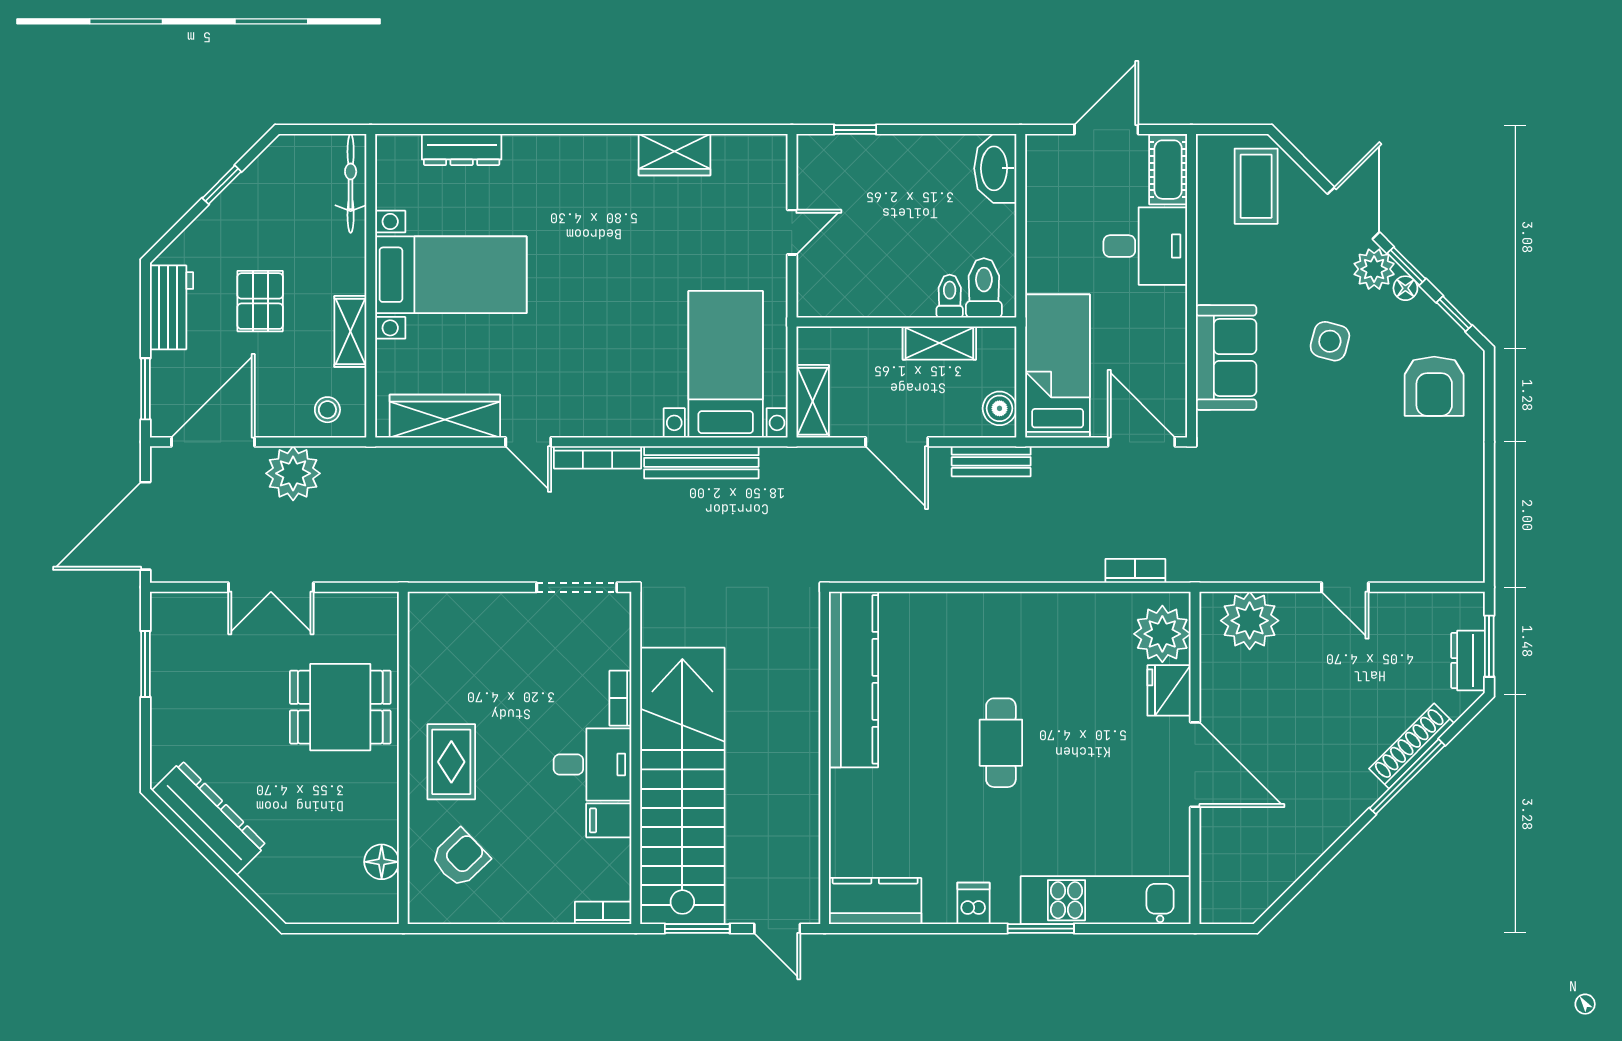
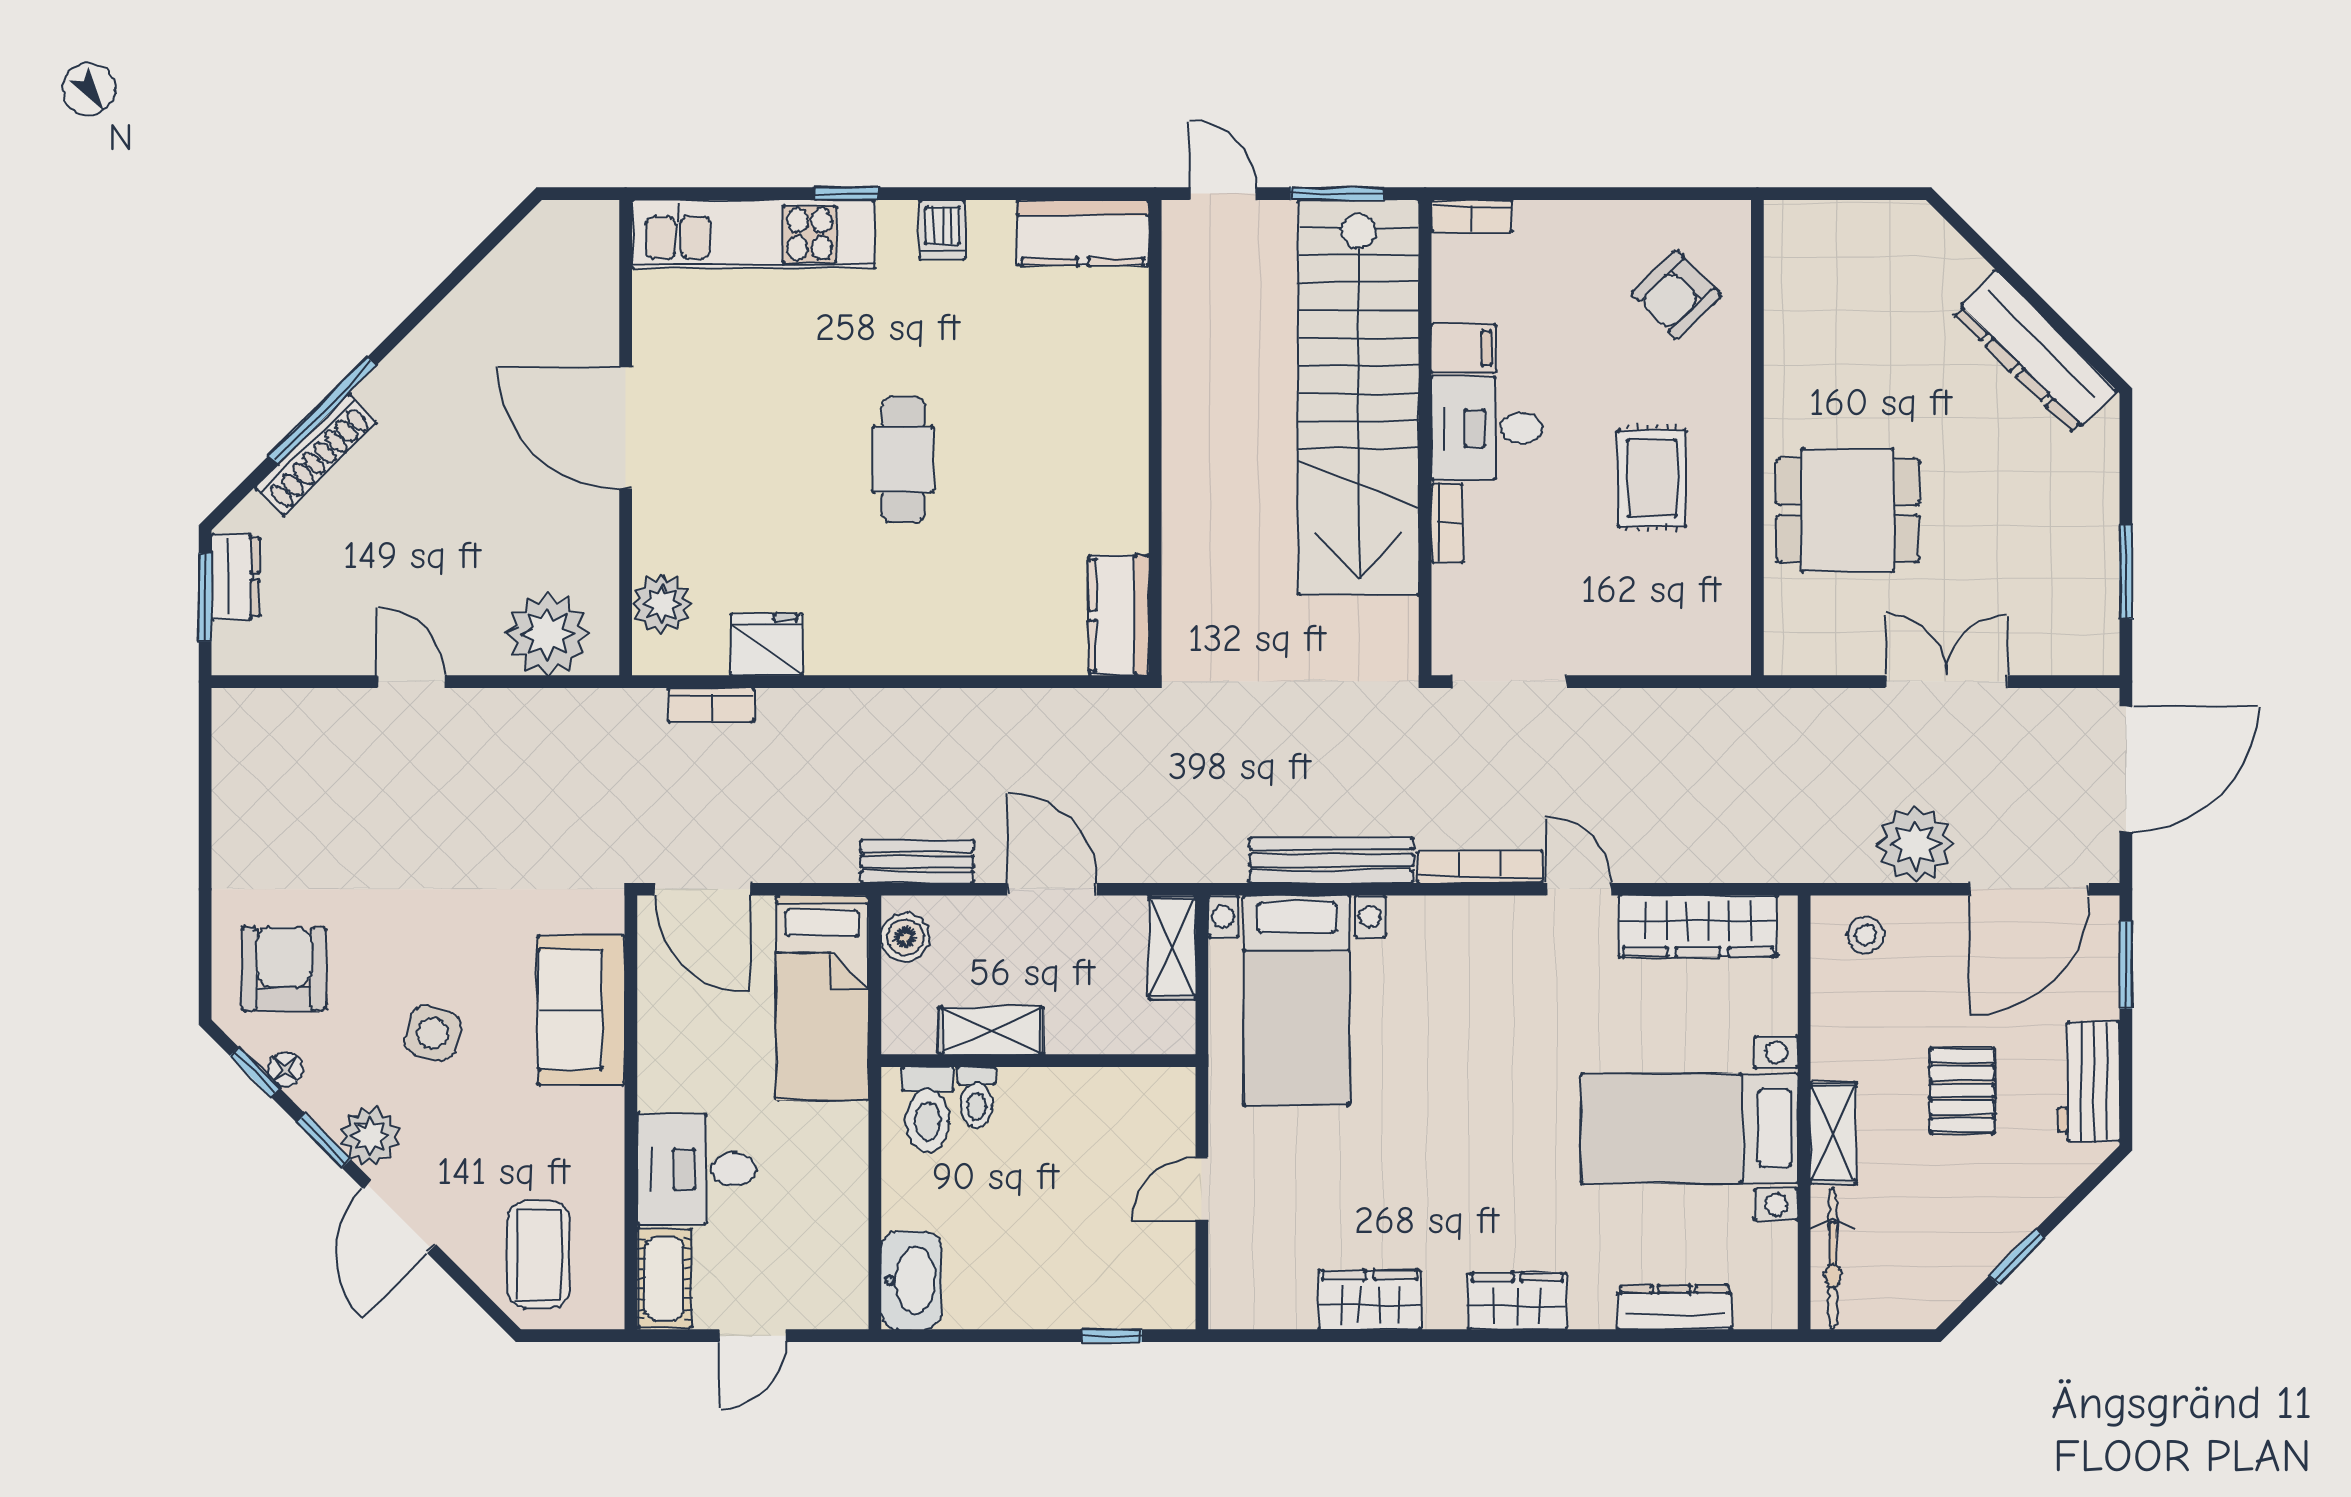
door: (1106, 130) -> (752, 1336), width x0.73
wardrobe: (571, 154) -> (1517, 1301), added
floor lamp: (1405, 288) -> (285, 1069), moved
shelving: (350, 331) -> (1833, 1133), moved
plant: (1162, 634) -> (662, 604), width x0.73, depth x0.73
kitchen counter: (854, 679) -> (1119, 615), width x0.48, depth x0.86
fridge: (1169, 690) -> (767, 644), moved, turned -90
rug: (451, 762) -> (1652, 478), moved
floor lamp: (382, 862) -> (1788, 289), removed
window: (1041, 929) -> (846, 194), width x0.67

